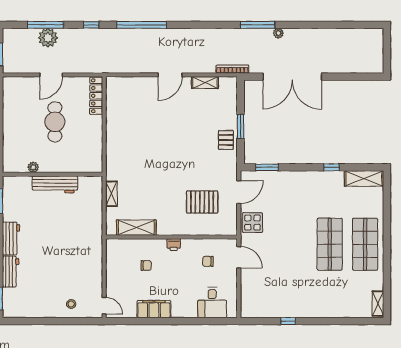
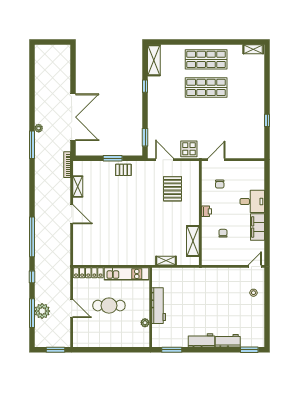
kitchen unit: (95, 144) -> (127, 274), added
desk: (212, 302) -> (252, 201), moved

